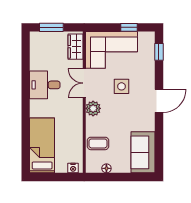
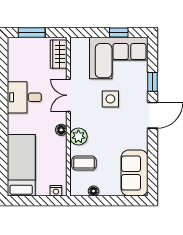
corner sofa: (111, 50) -> (119, 58), moved
window: (159, 52) -> (152, 82), moved
plant: (93, 108) -> (78, 137), moved
floor lamp: (78, 114) -> (61, 130), added

